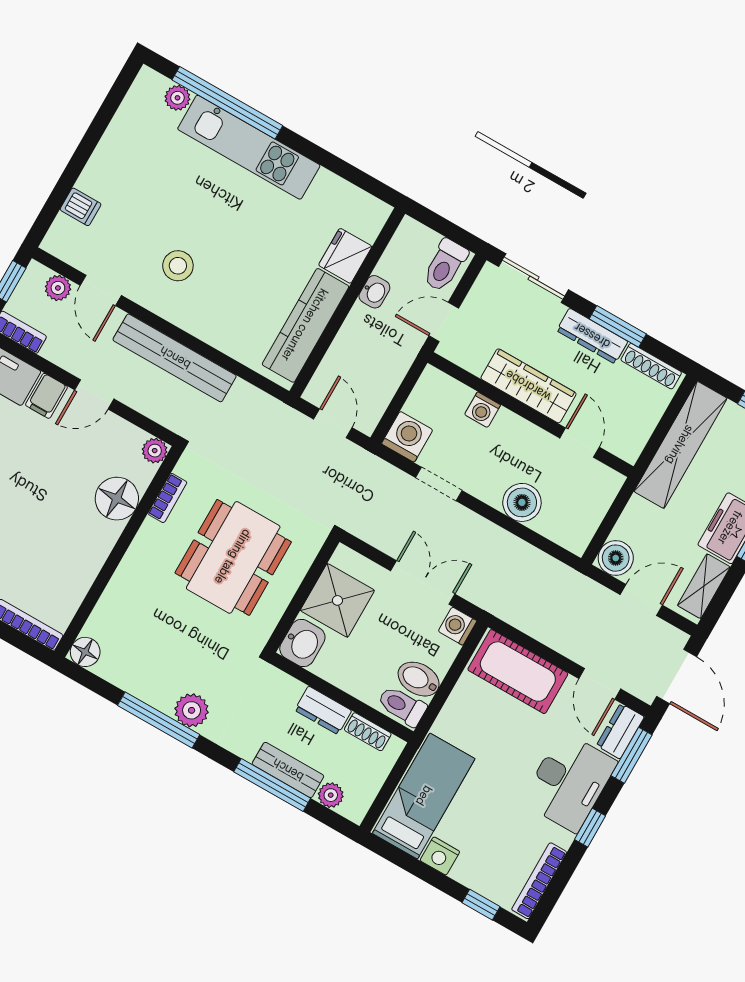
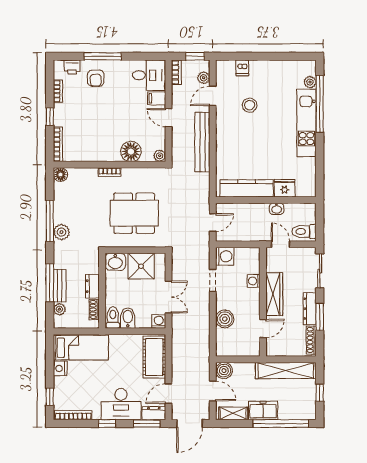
stool: (178, 266) -> (250, 105), moved
bookcase: (167, 498) -> (110, 172), moved

